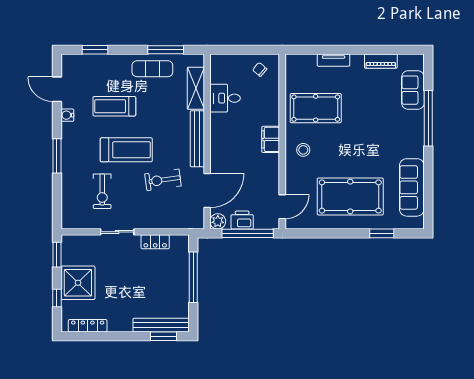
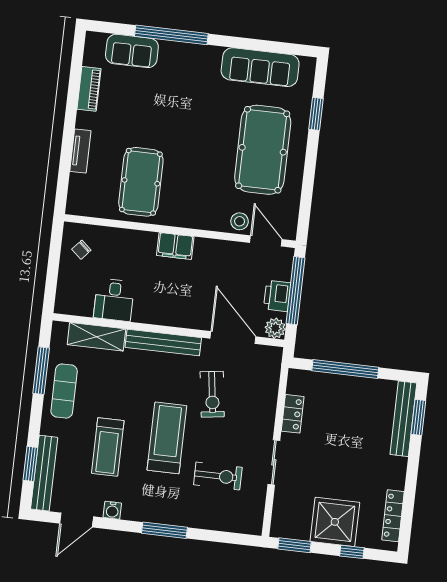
bench: (89, 61) -> (44, 473), added
stool: (303, 150) -> (240, 221), moved

